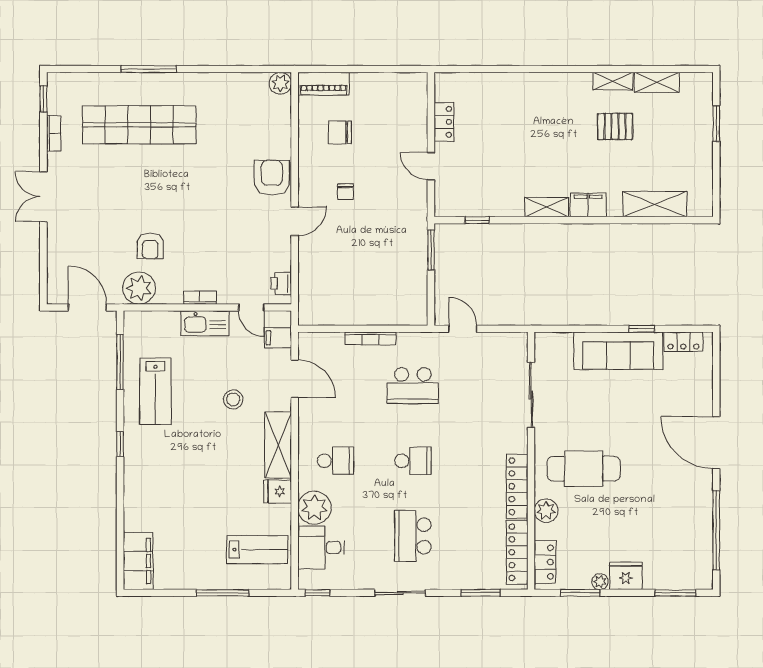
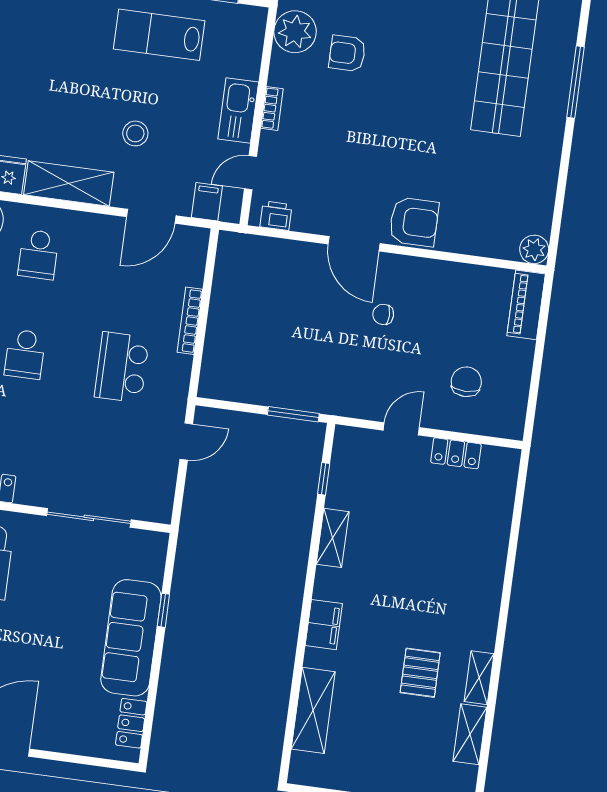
chair: (340, 132) -> (466, 382), moved
shelving: (547, 207) -> (333, 538), moved
door: (295, 221) -> (354, 244), width x1.38
window: (642, 329) -> (163, 610), moved

